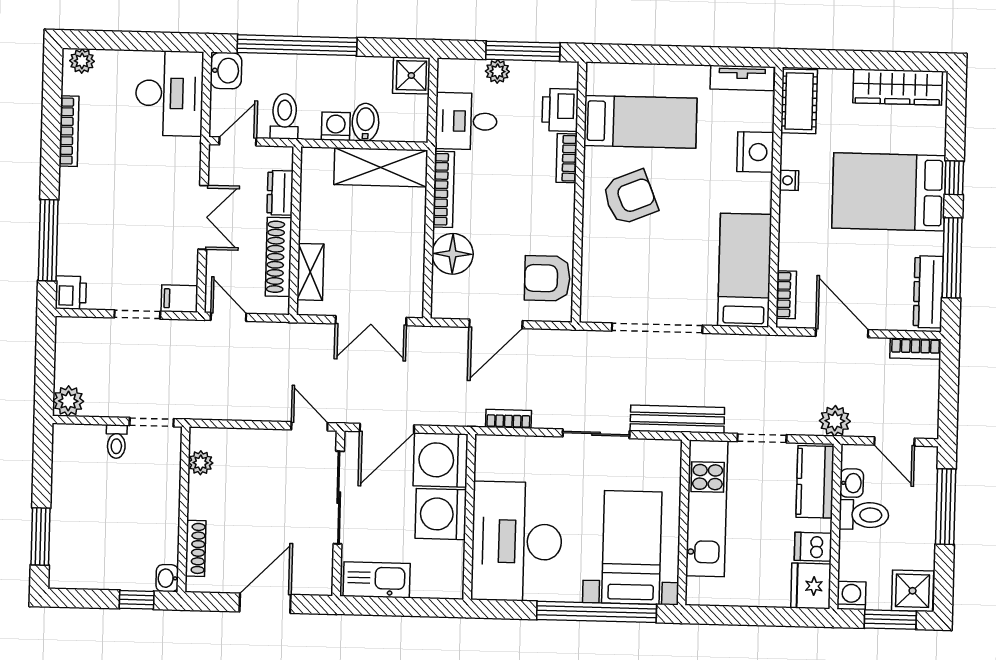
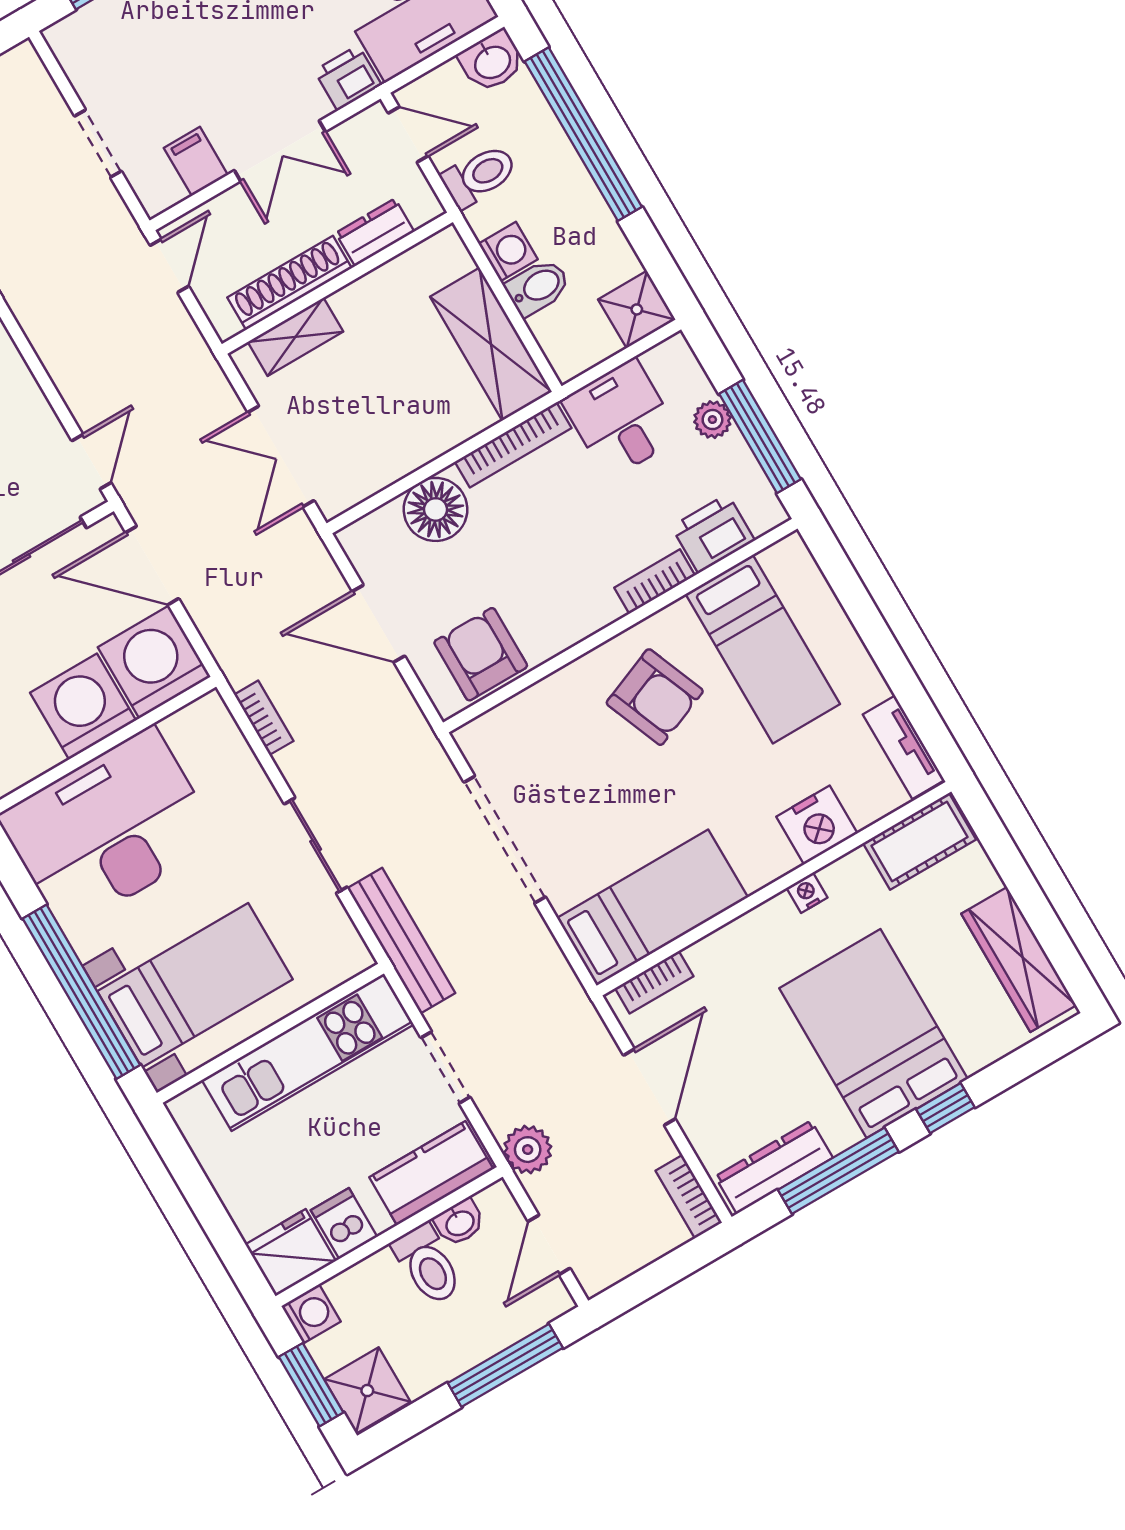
printer: (71, 293) -> (348, 78), moved, turned 180
filing cabinet: (179, 299) -> (196, 161), moved

